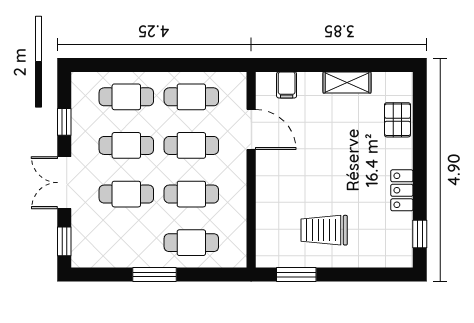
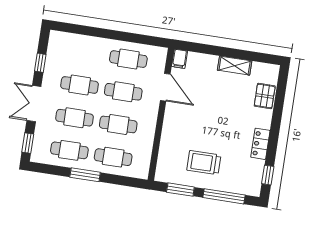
filing cabinet: (287, 85) -> (180, 59), moved
cafe table: (126, 97) -> (69, 150), moved
window: (361, 275) -> (224, 196), added

